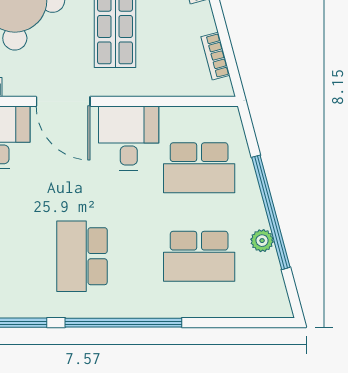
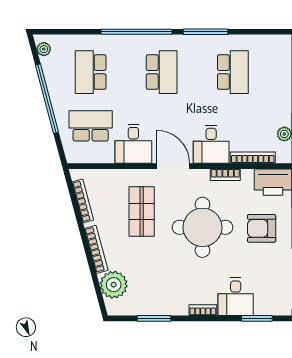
bookcase: (215, 56) -> (83, 201), width x1.56
plant: (262, 241) -> (44, 49), moved
school desk: (199, 256) -> (91, 72), turned -90

